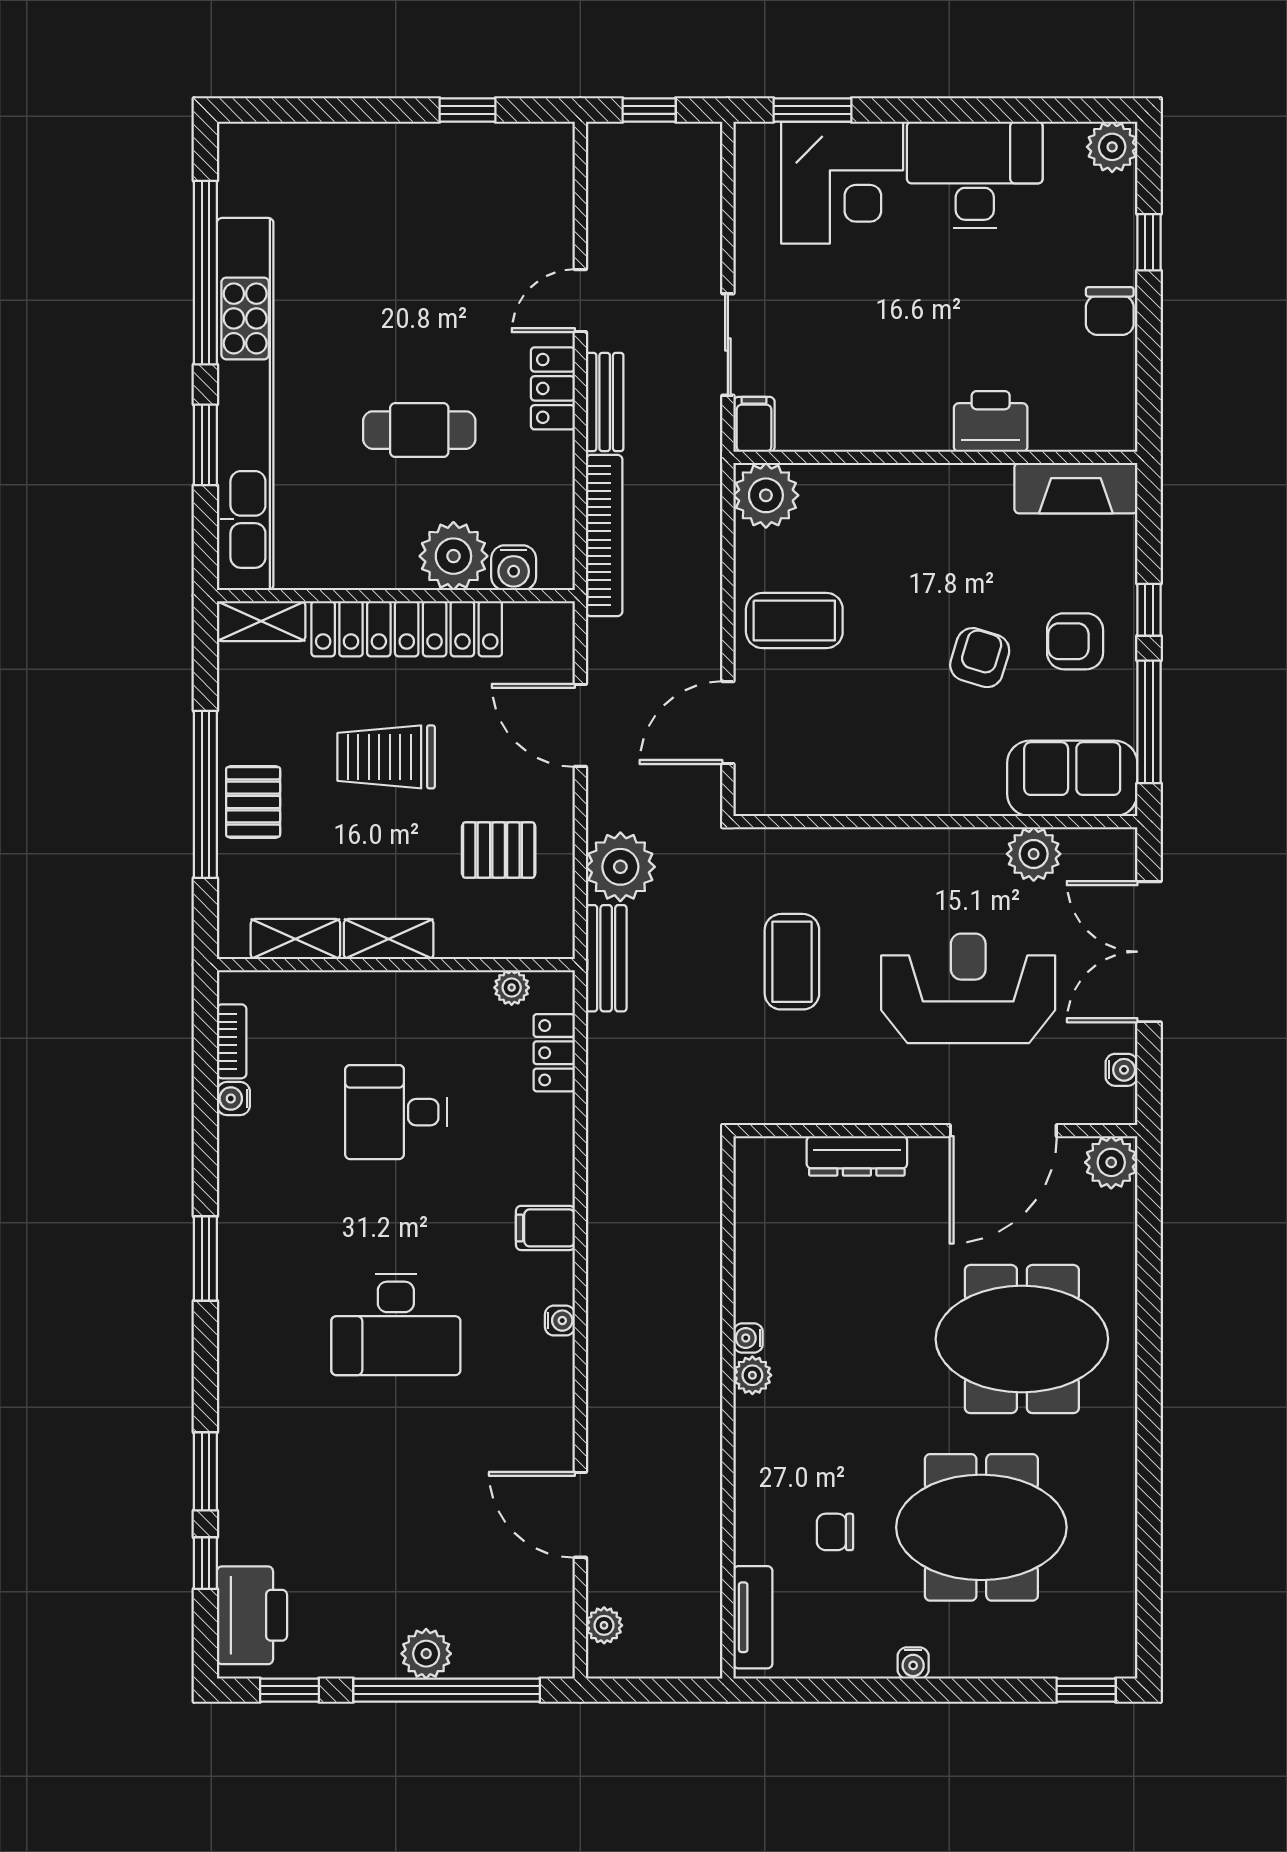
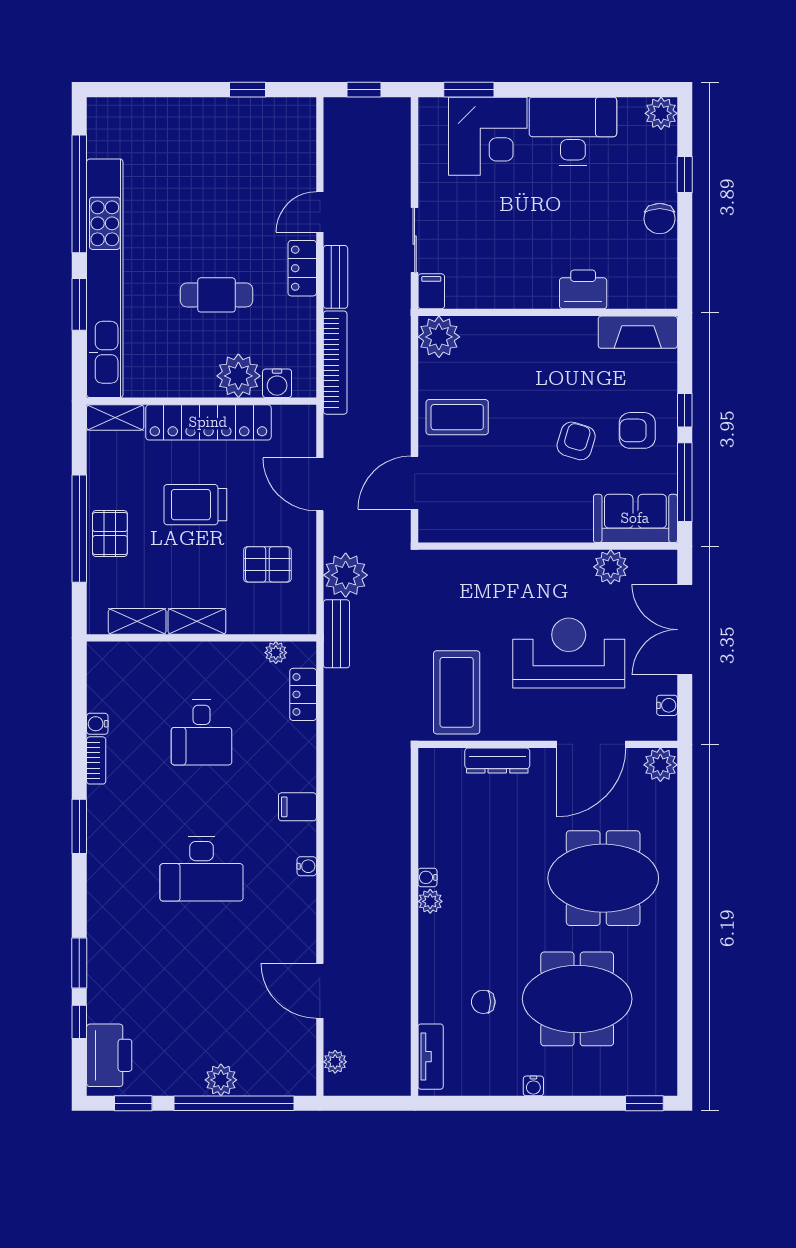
coffee table: (792, 962) -> (457, 692), moved, width x1.36, depth x1.32
bookcase: (232, 1041) -> (96, 760), moved
desk: (396, 1112) -> (202, 733), turned -90

